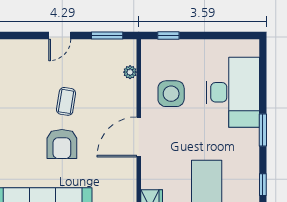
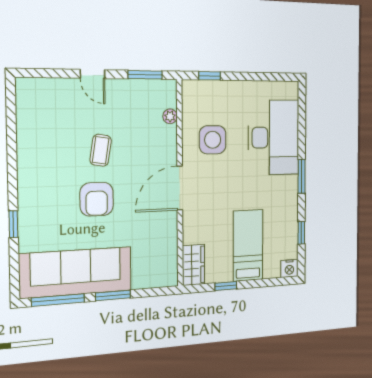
door: (60, 36) -> (92, 74), hinge flipped

